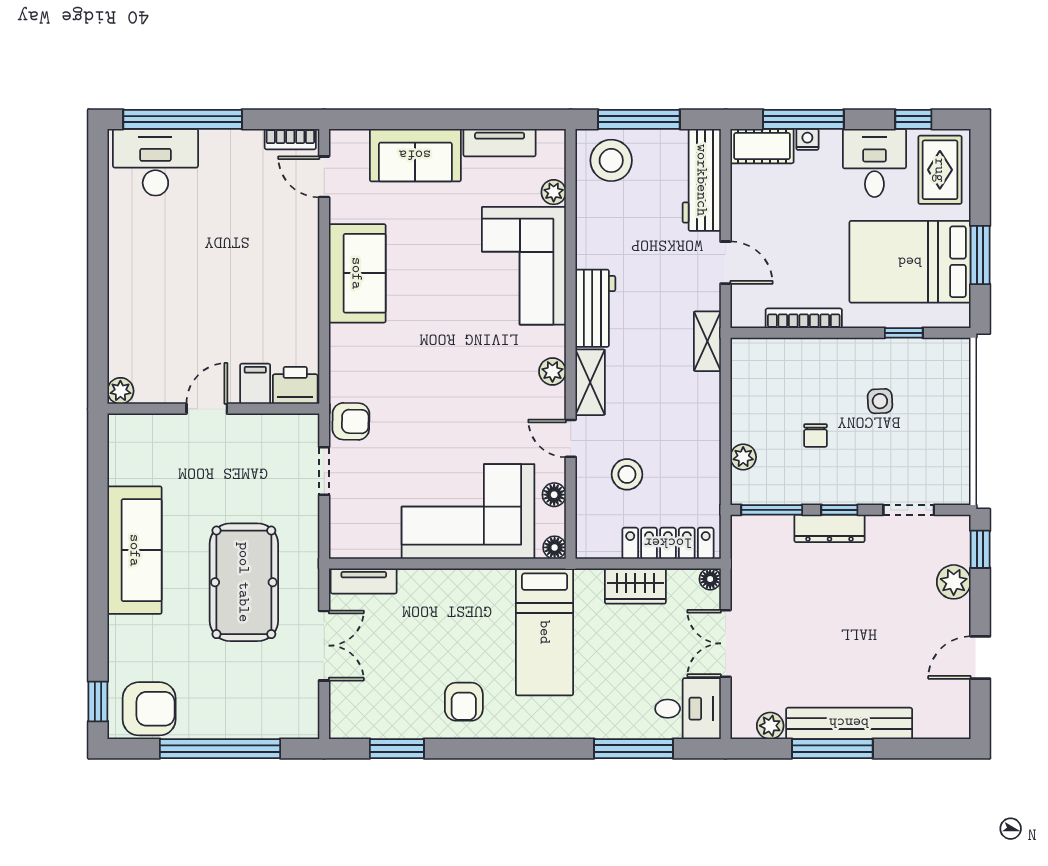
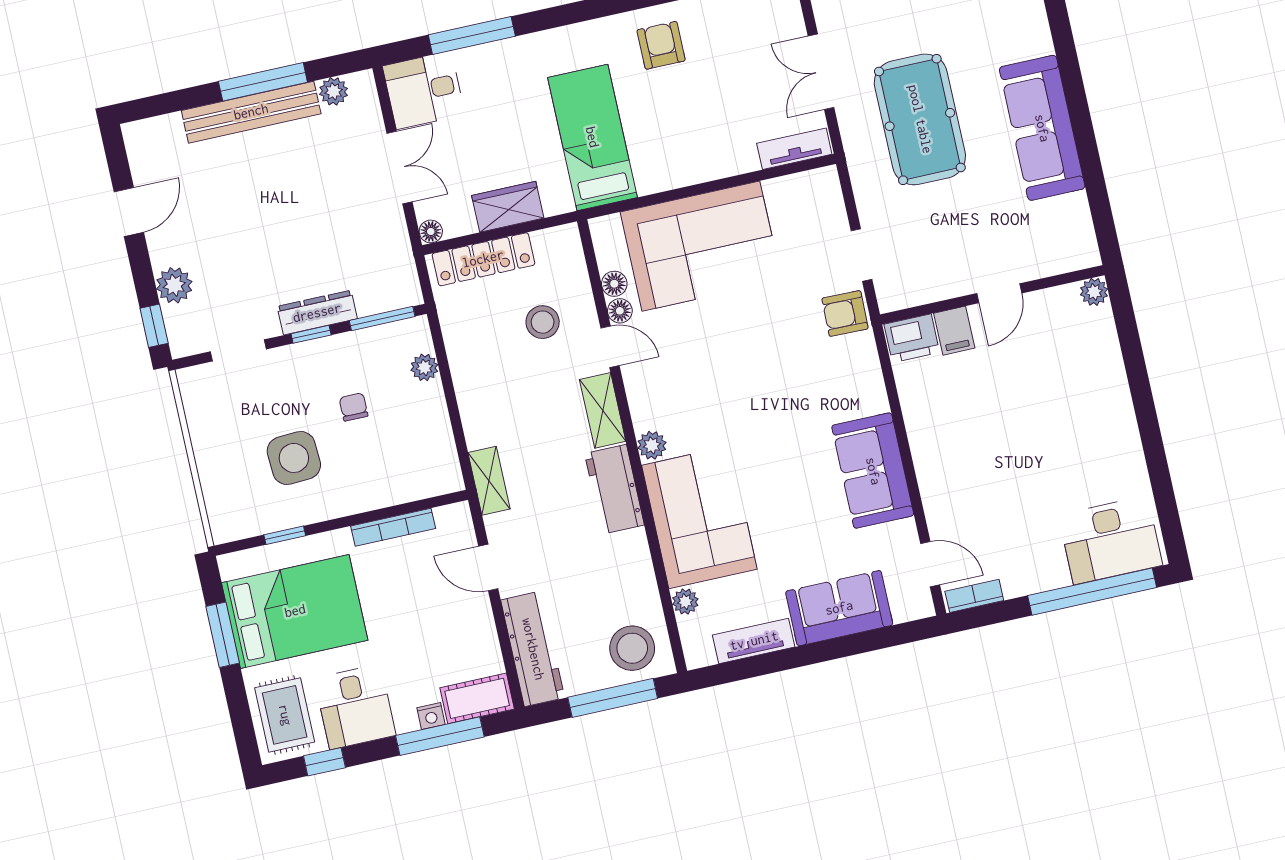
plant: (552, 371) -> (652, 445), moved
side table: (880, 401) -> (294, 458), width x1.87, depth x1.87
floor lamp: (555, 547) -> (620, 311), moved

